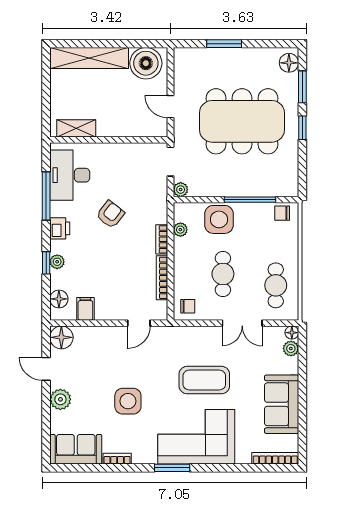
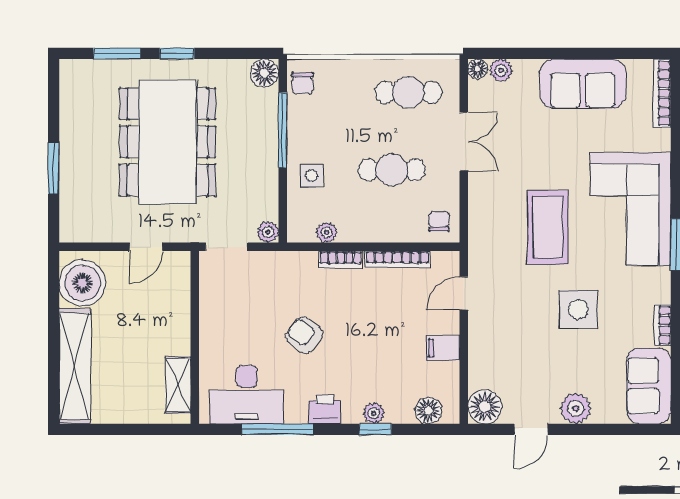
floor lamp: (289, 63) -> (265, 73), moved
side table: (219, 219) -> (312, 176), width x0.54, depth x0.54
filing cabinet: (85, 309) -> (443, 348), moved
door: (139, 323) -> (464, 293), swing flipped
coffee table: (204, 380) -> (548, 227), moved

